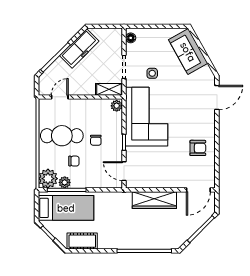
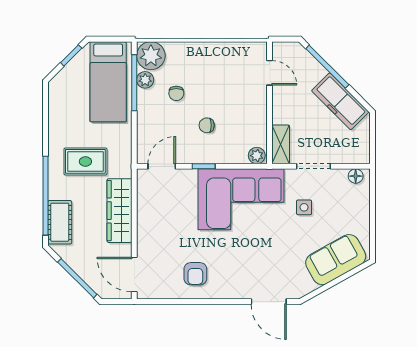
cafe table: (62, 136) -> (213, 76), removed
rug: (121, 223) -> (85, 161), added
cot: (82, 241) -> (60, 222), moved

